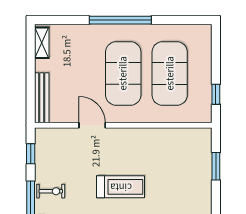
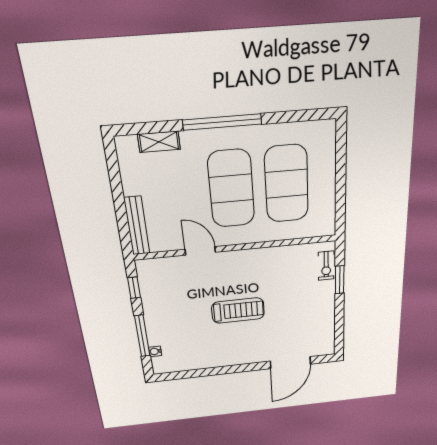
shelving: (42, 43) -> (159, 142), moved, turned 90
window: (216, 94) -> (340, 203), removed
exercise bike: (51, 191) -> (326, 266), moved, turned 90

